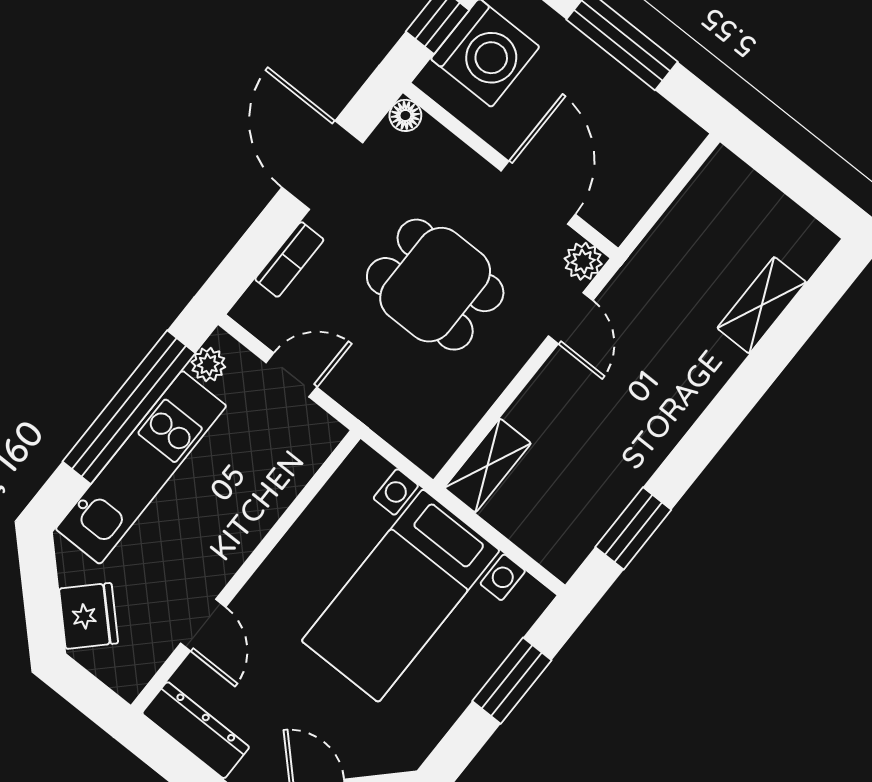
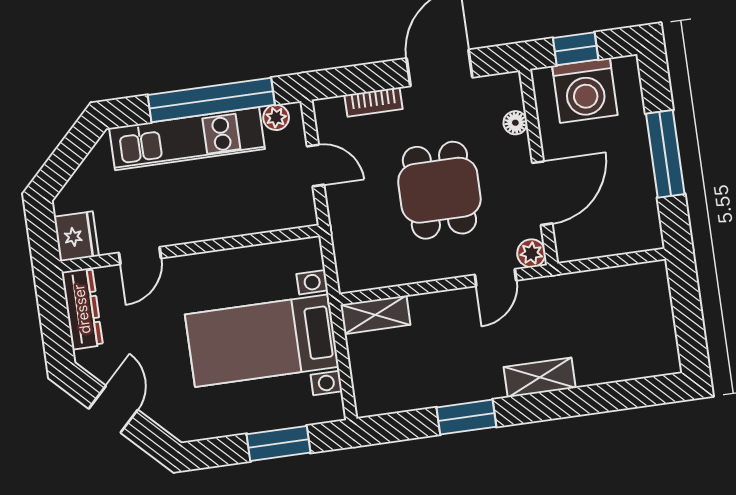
floor lamp: (405, 115) -> (515, 123), moved
shelving: (762, 305) -> (540, 377), moved
window: (633, 528) -> (466, 417), moved
fridge: (89, 616) -> (76, 236), moved, turned -45

